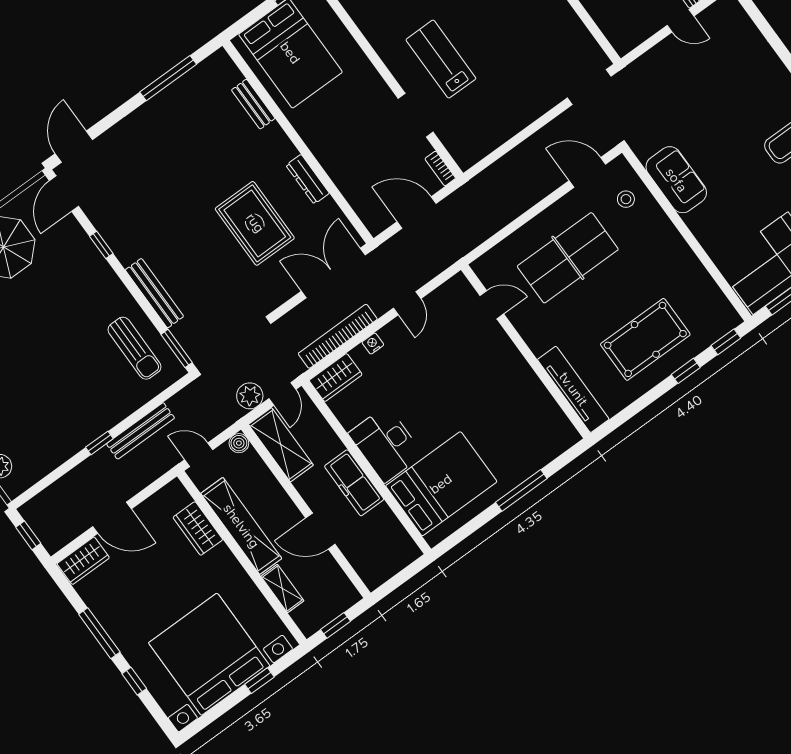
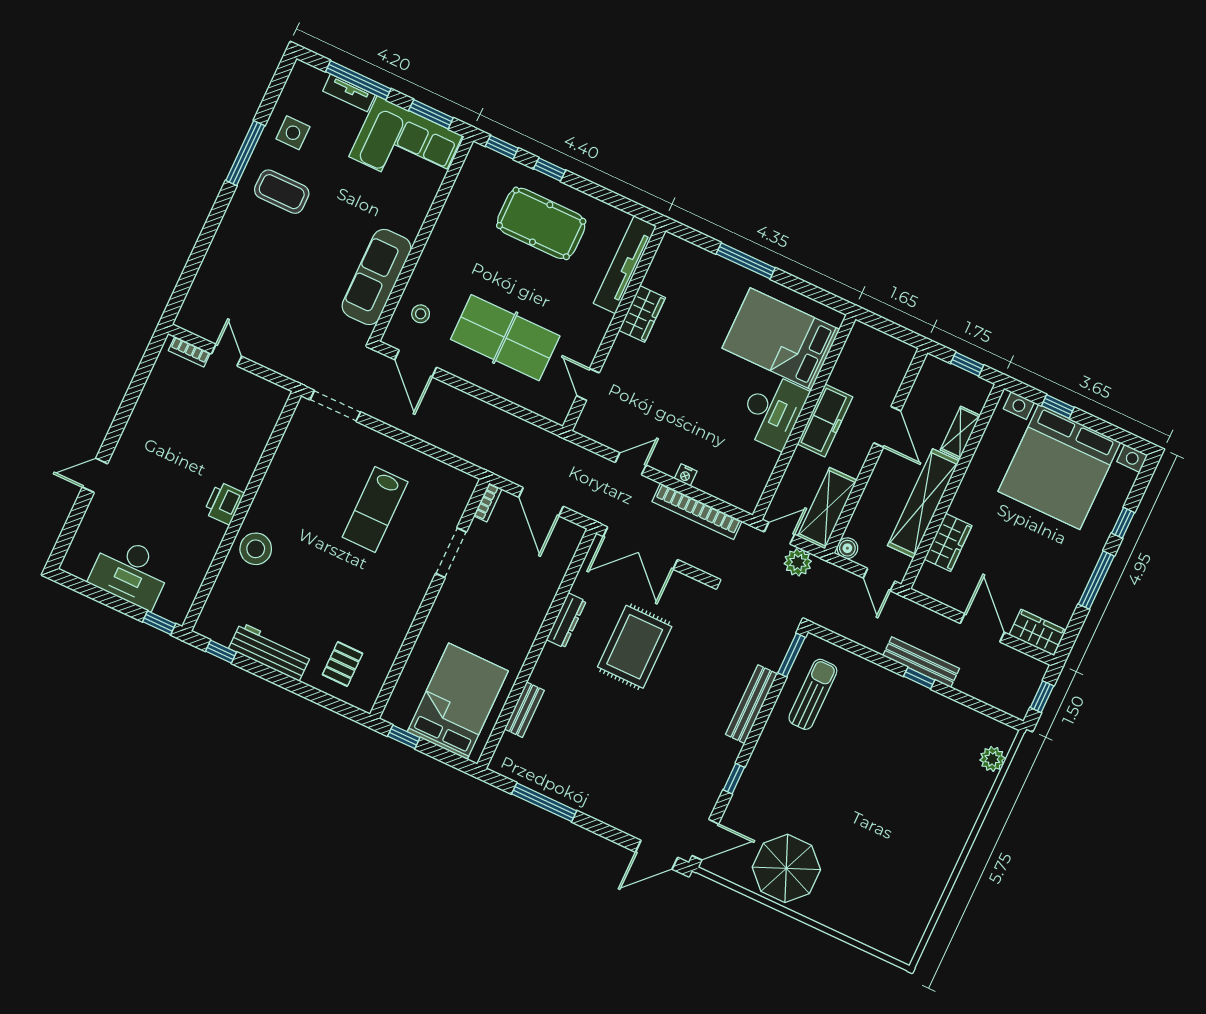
lab bench: (441, 59) -> (375, 509), moved
sofa: (676, 180) -> (377, 277), width x1.36
wardrobe: (336, 378) -> (642, 314), moved, turned 90
bench: (140, 431) -> (921, 662), moved

